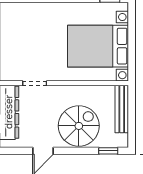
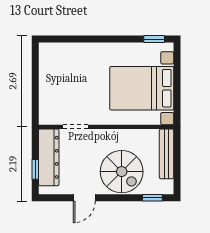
spiral stairs: (79, 126) -> (122, 172), turned 90

